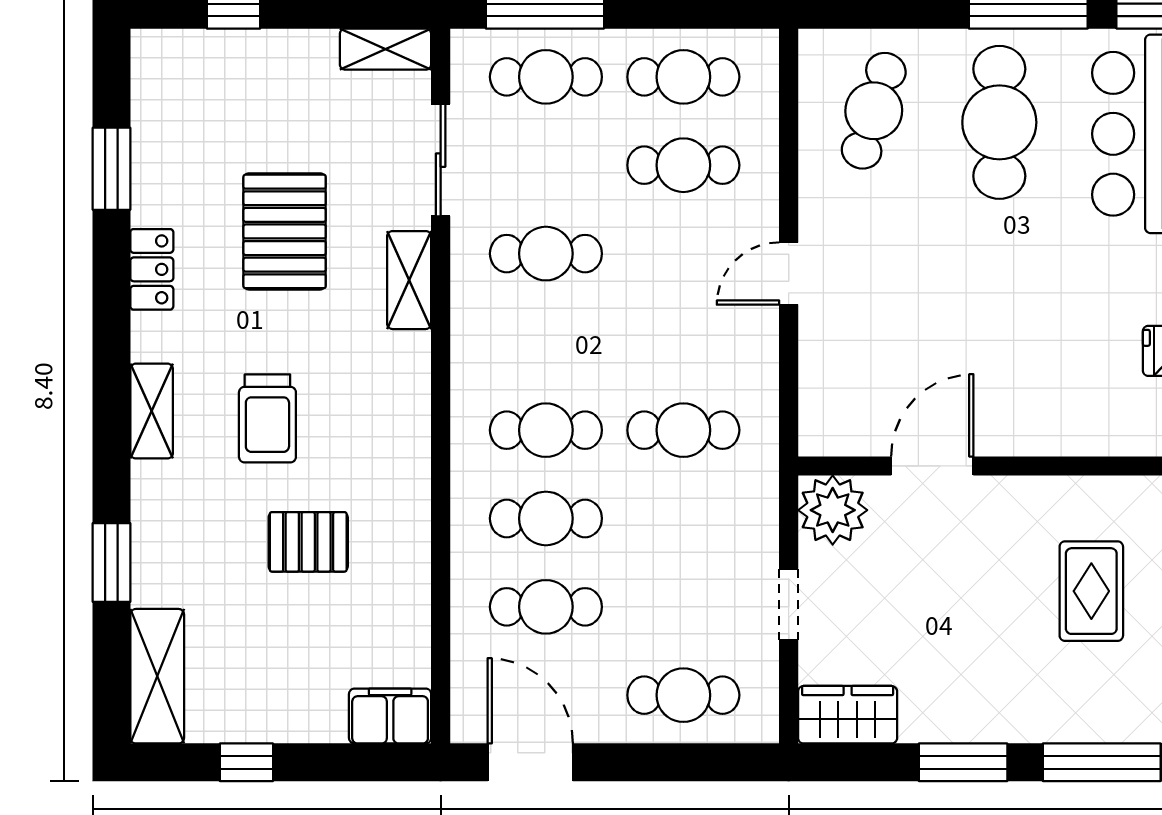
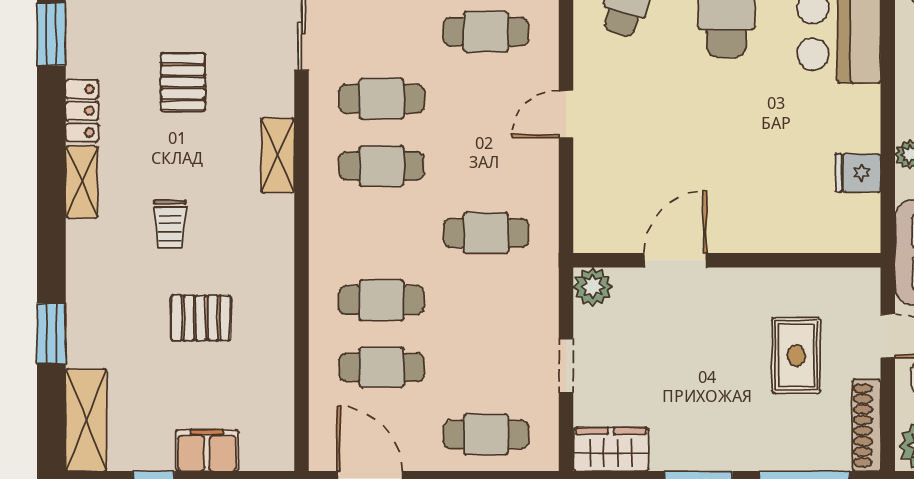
pallet: (285, 231) -> (183, 82), width x0.67, depth x0.71
shelving: (409, 280) -> (278, 155), moved
shelving: (152, 411) -> (82, 182), moved
trolley: (267, 418) -> (170, 224), width x0.73, depth x0.72
cafe table: (546, 430) -> (382, 166), moved
plant: (833, 510) -> (593, 287), width x0.73, depth x0.73
filing cabinet: (390, 716) -> (207, 450), moved

